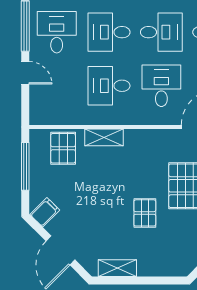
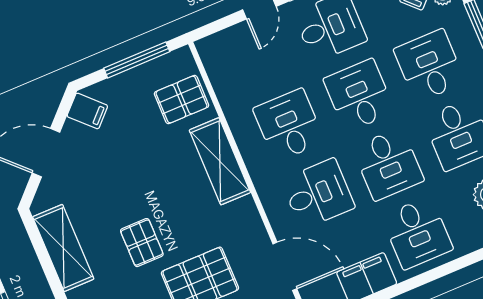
shelving: (104, 137) -> (220, 161), width x1.50, depth x1.33
pallet: (145, 213) -> (142, 243), turned 90
shelving: (117, 268) -> (63, 248), width x1.50, depth x1.33

